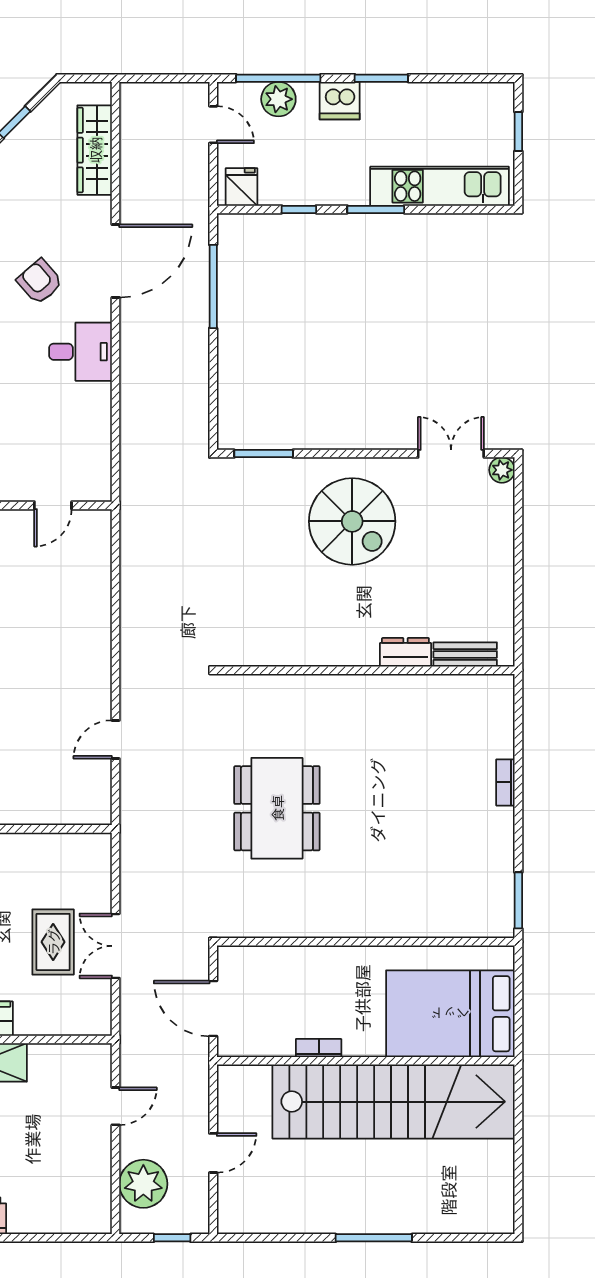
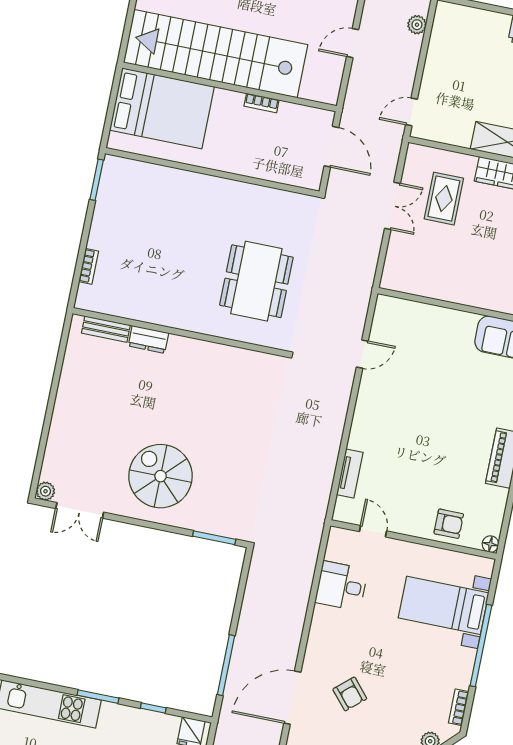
desk: (80, 352) -> (341, 586), moved
door: (53, 505) -> (373, 531), hinge flipped
tv unit: (100, 576) -> (350, 473), added
dresser: (405, 652) -> (148, 339), moved
bench: (465, 654) -> (106, 329), moved
wall: (366, 670) -> (180, 332), moved
rug: (53, 942) -> (444, 199), moved
door: (116, 1106) -> (412, 112), moved
plant: (143, 1184) -> (417, 25), width x0.53, depth x0.53

